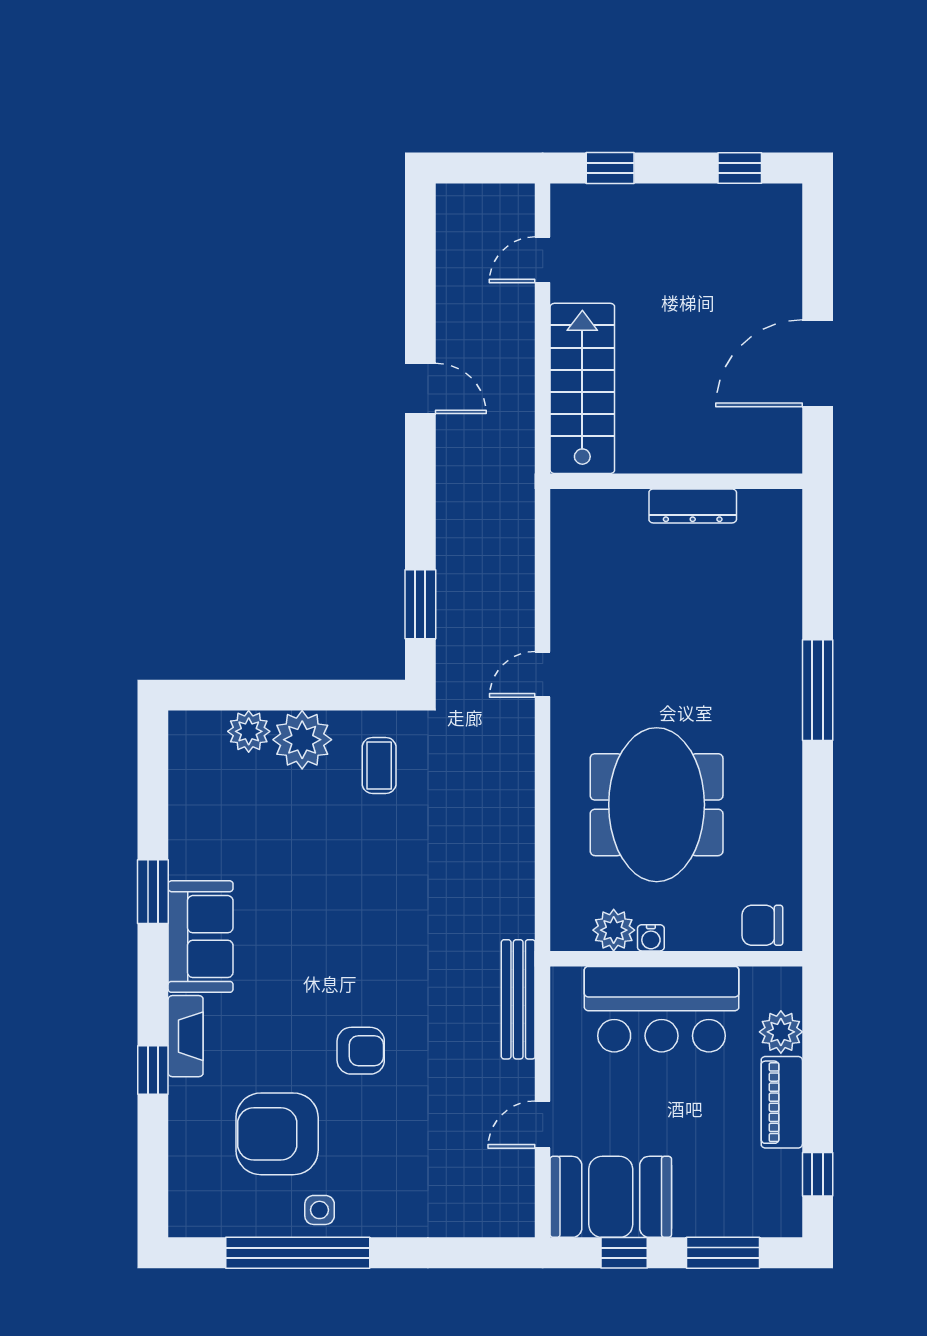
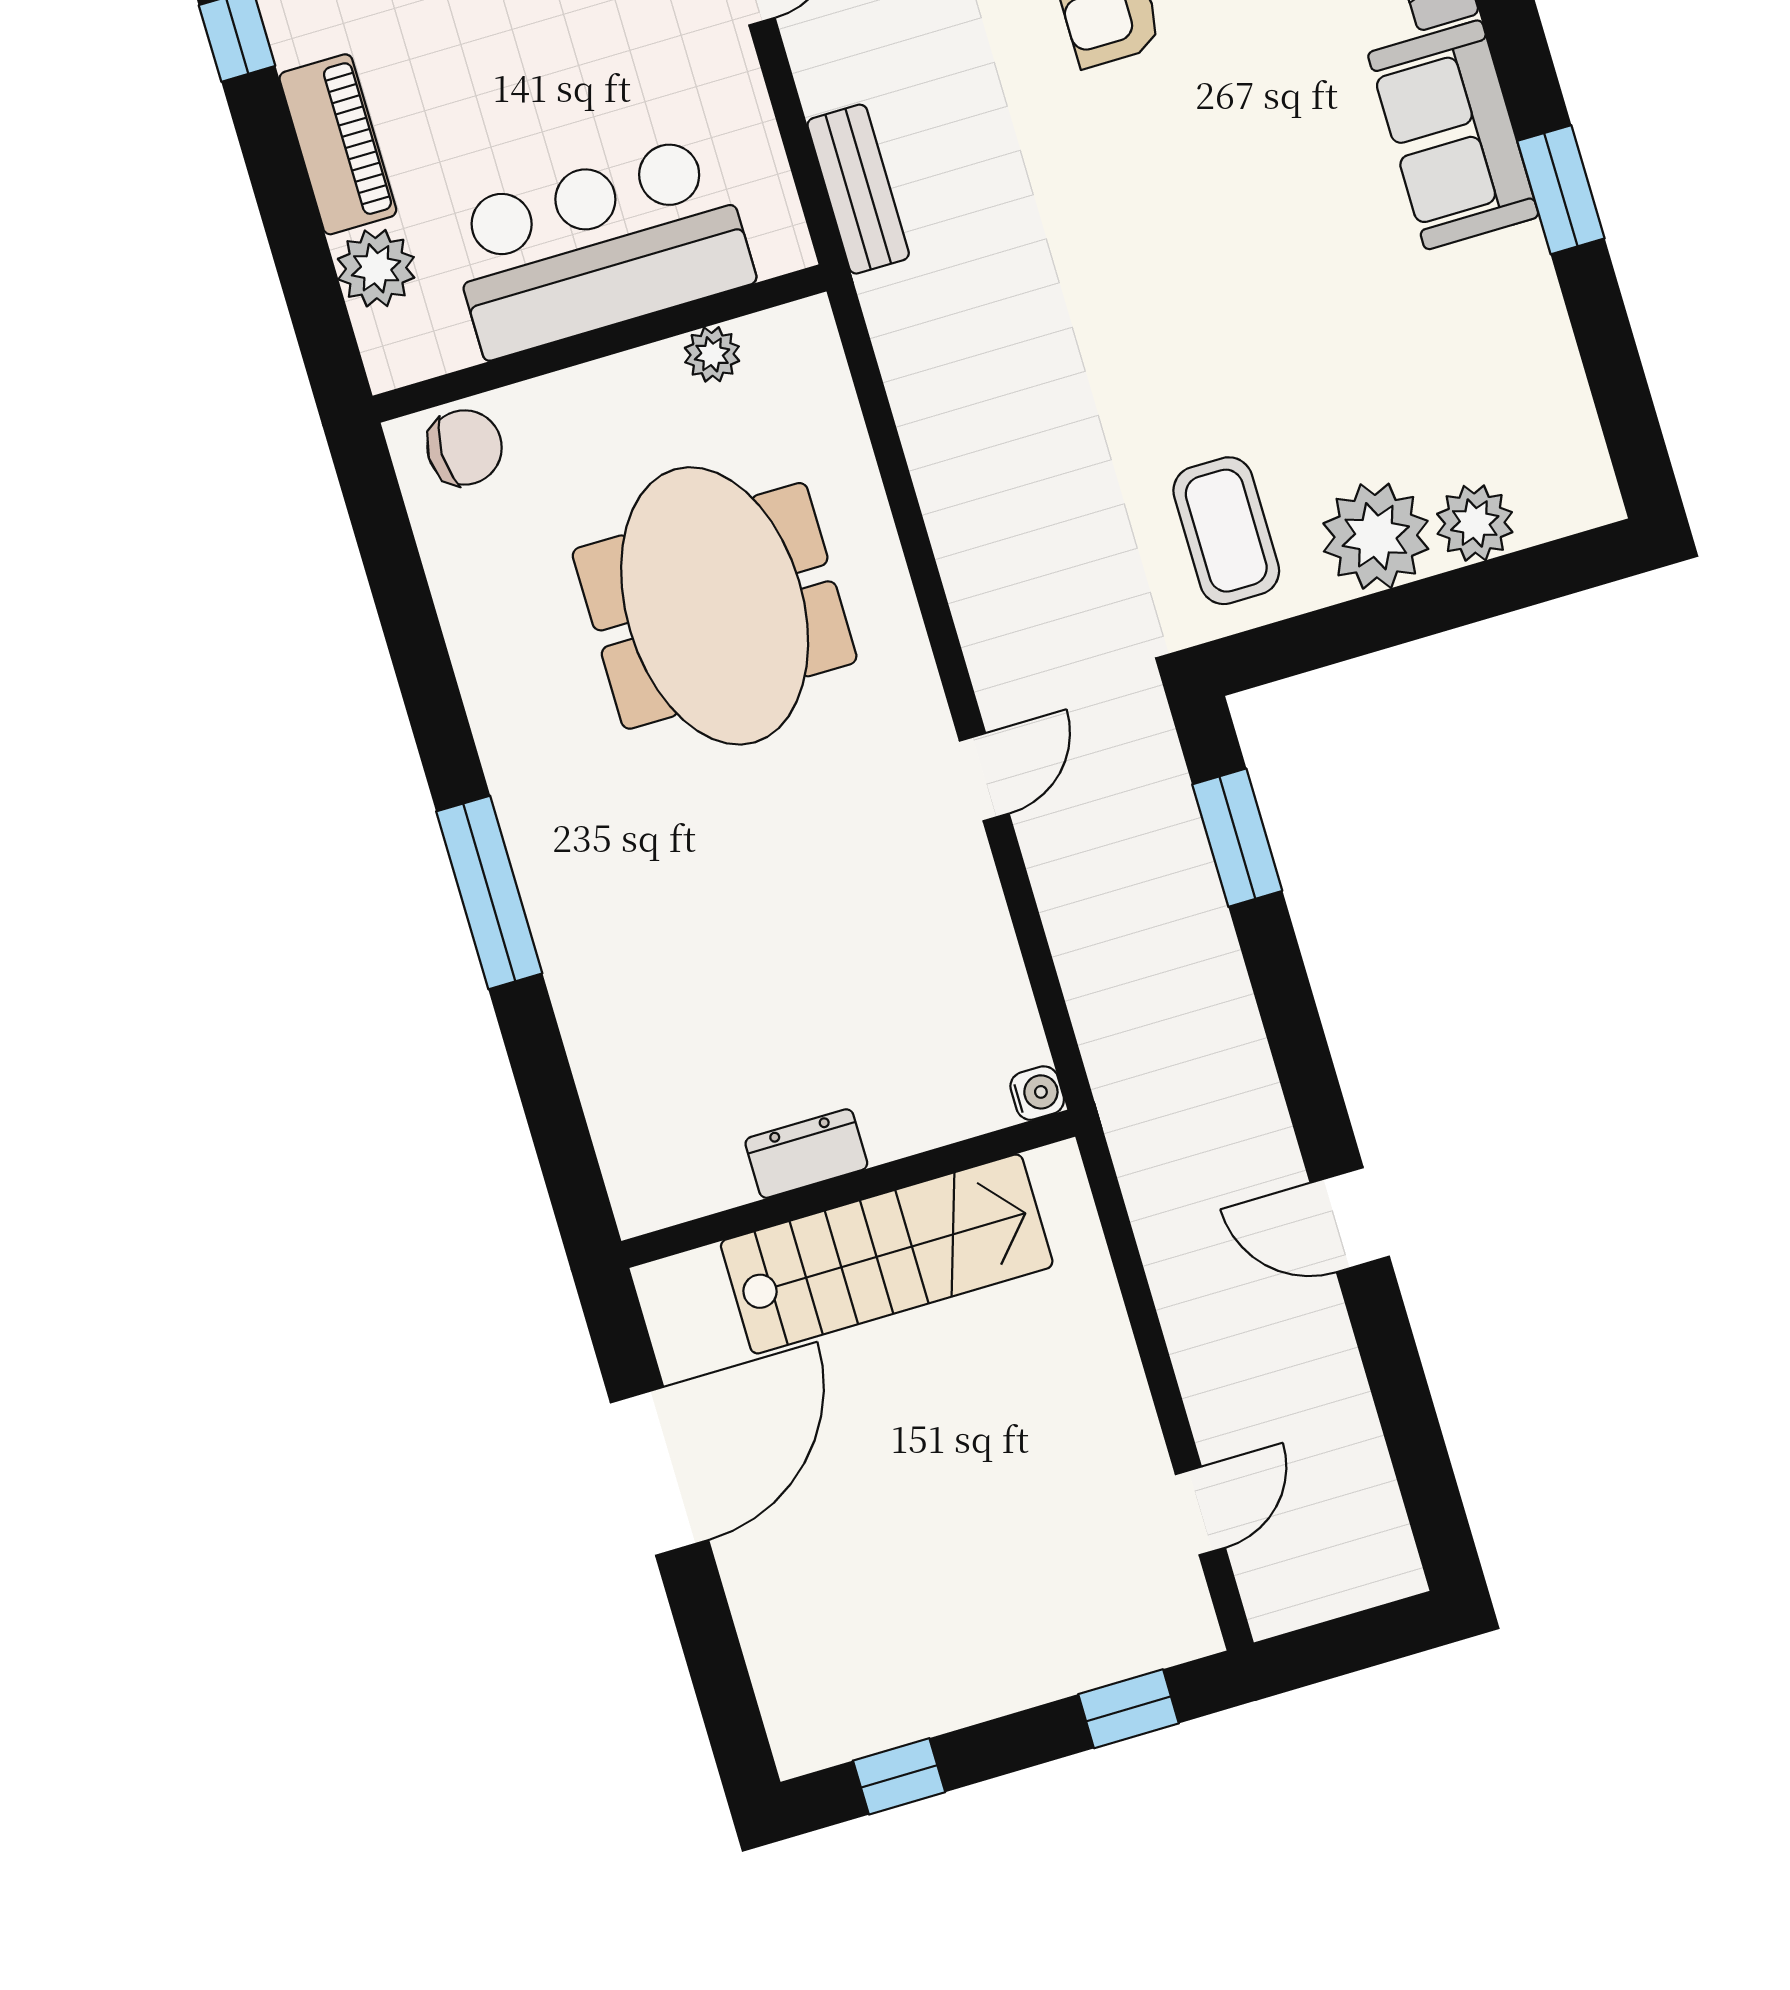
stairs: (582, 388) -> (887, 1254), moved, turned -90
dresser: (693, 506) -> (806, 1154), width x0.70
coffee table: (379, 765) -> (1226, 531), width x1.36, depth x1.30
plant: (614, 930) -> (712, 354), width x0.73, depth x0.73
water cooler: (651, 938) -> (1037, 1093), moved, turned 90
bench: (518, 999) -> (858, 189), width x0.73

